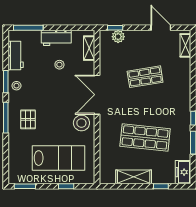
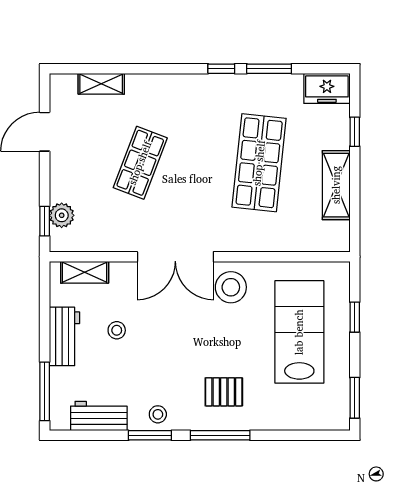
shelving: (185, 45) -> (101, 84), moved
shop shelf: (145, 77) -> (140, 163), turned 30

